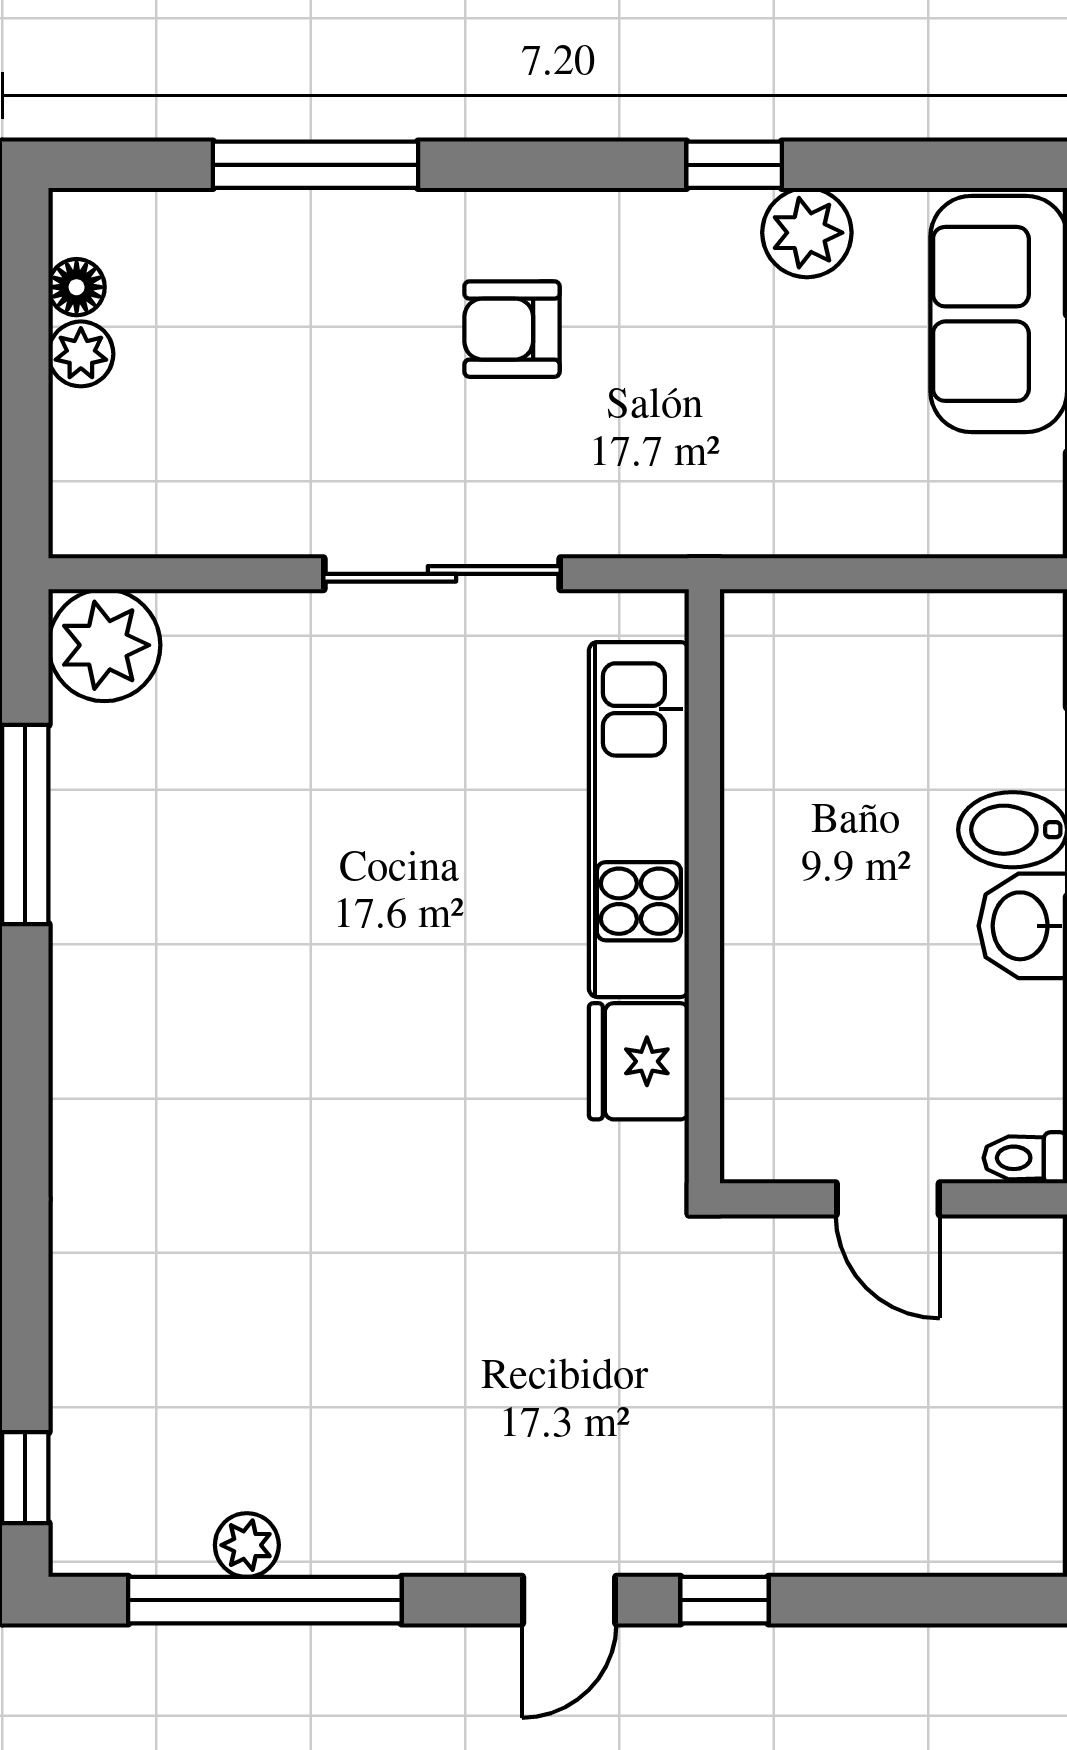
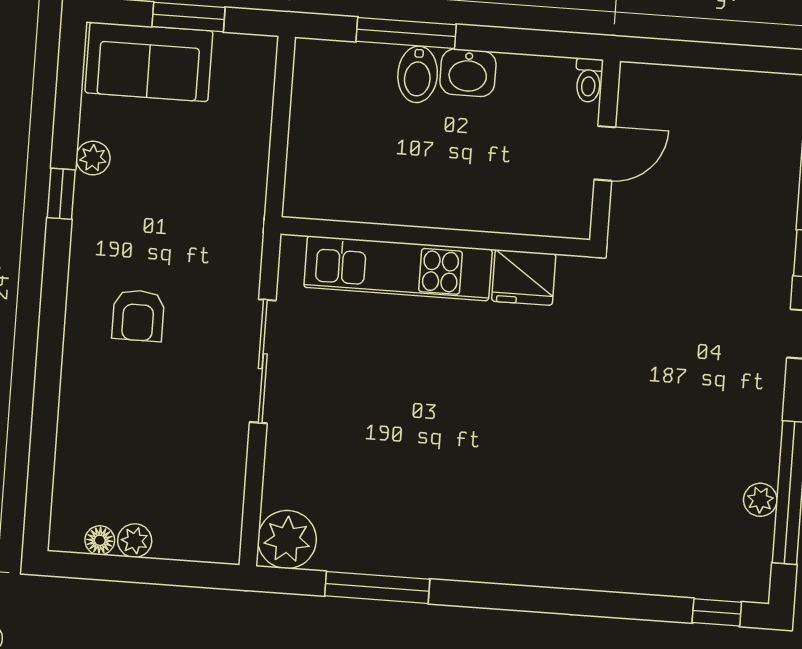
window: (315, 165) -> (45, 411), removed
plant: (807, 233) -> (93, 158), width x0.73, depth x0.73

